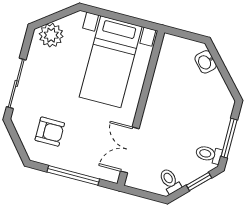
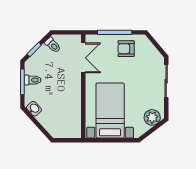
washbasin: (206, 62) -> (34, 109), moved
armchair: (50, 132) -> (126, 49), moved
toilet: (209, 154) -> (33, 80), moved

